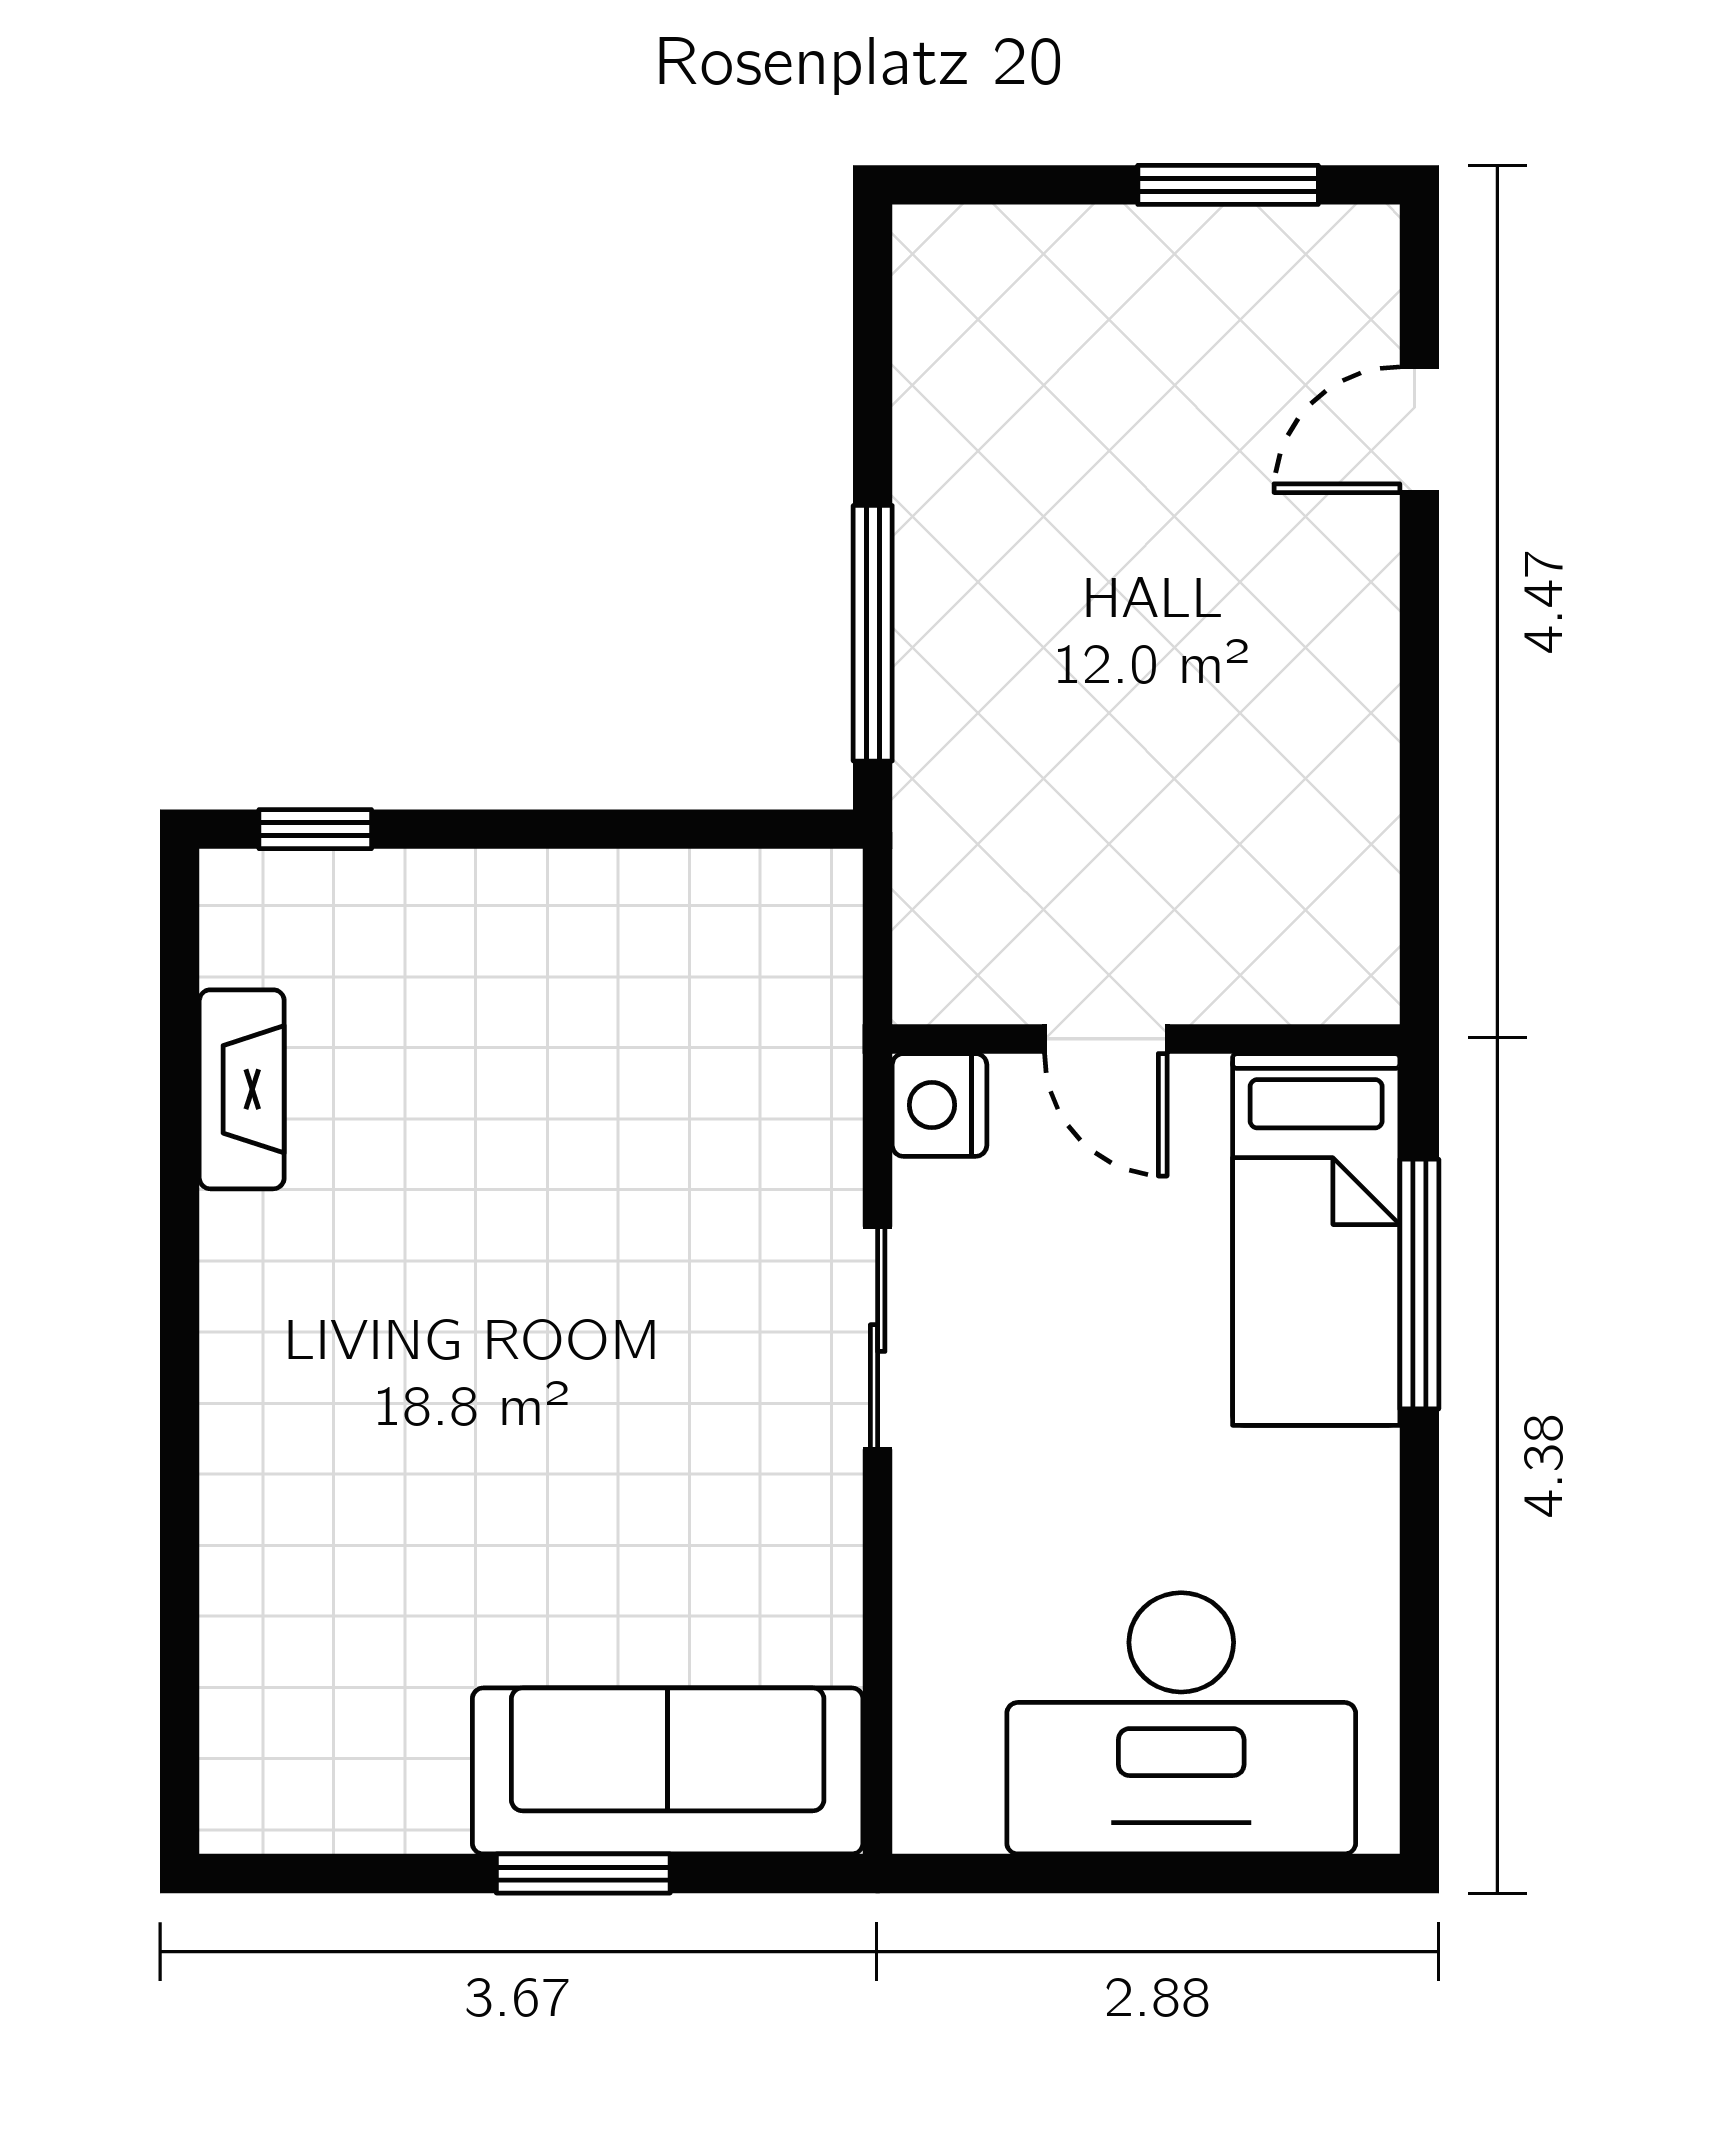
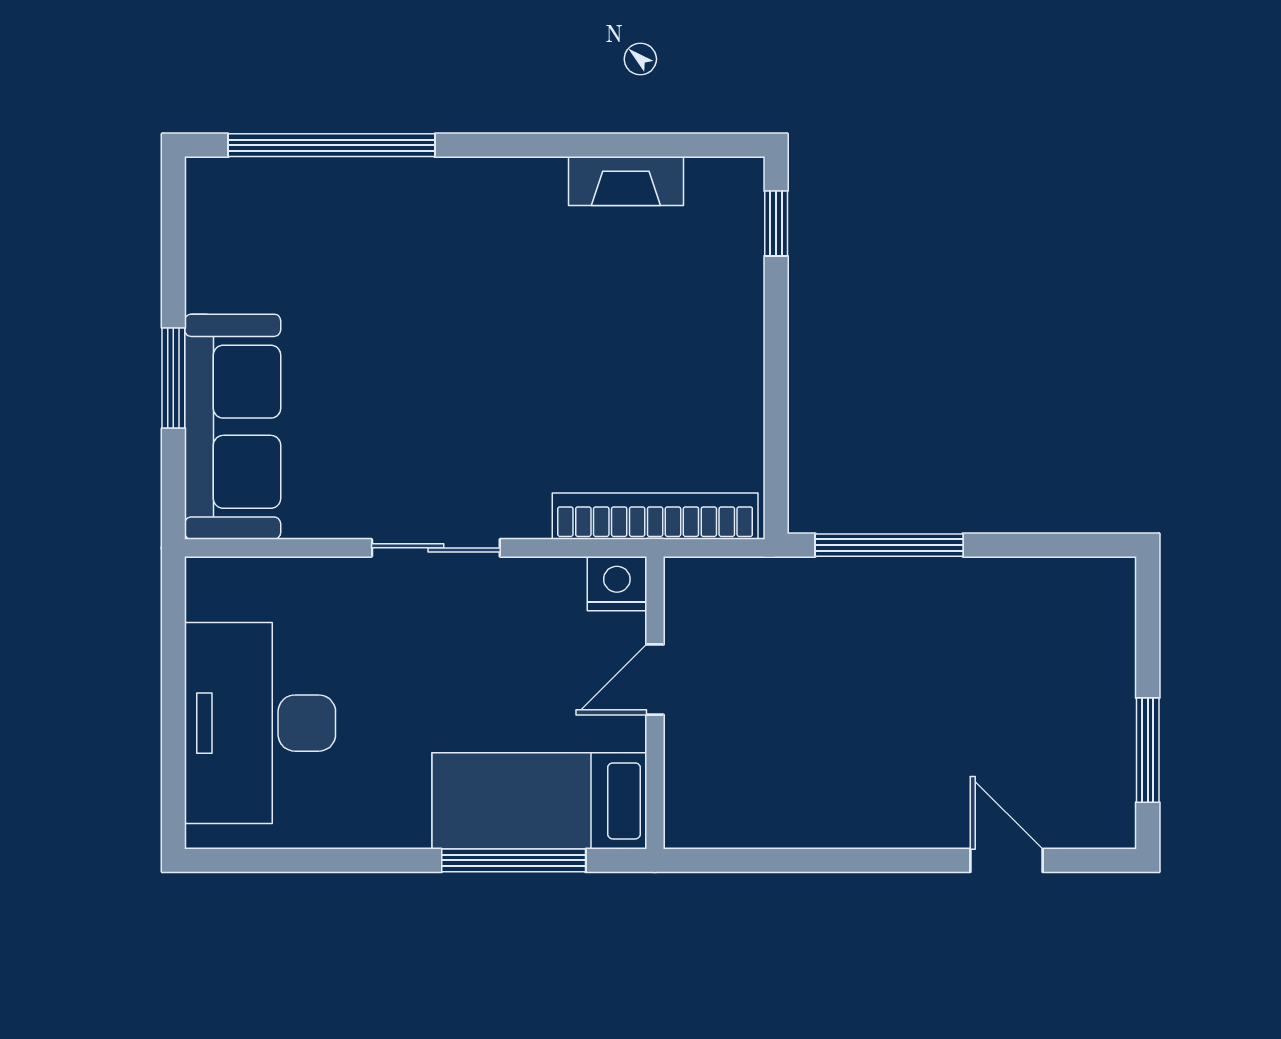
bookcase: (823, 1039) -> (655, 516), added
sliding door: (878, 1338) -> (436, 548), moved
window: (180, 1600) -> (331, 145), added

